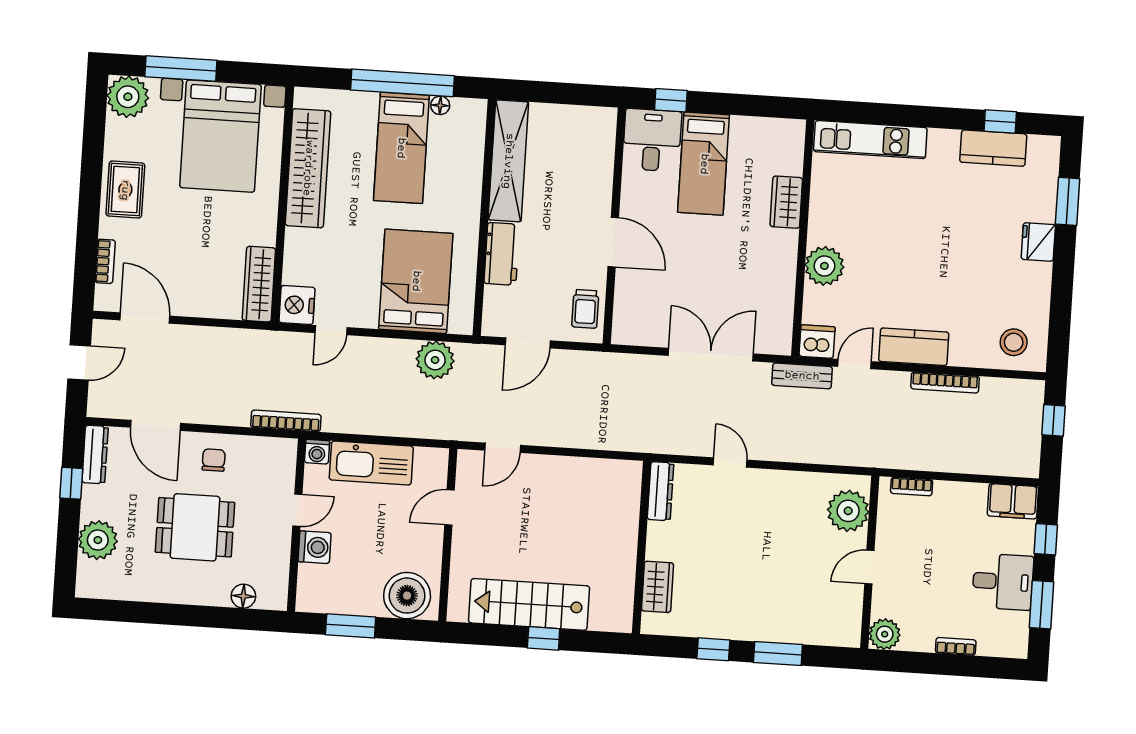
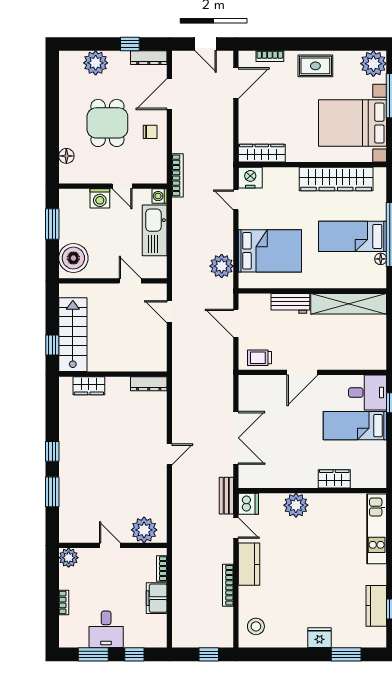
dresser: (660, 491) -> (149, 384), moved
filing cabinet: (1013, 501) -> (157, 598), moved
wall: (641, 547) -> (113, 374), moved
wardrobe: (657, 587) -> (89, 386), moved

